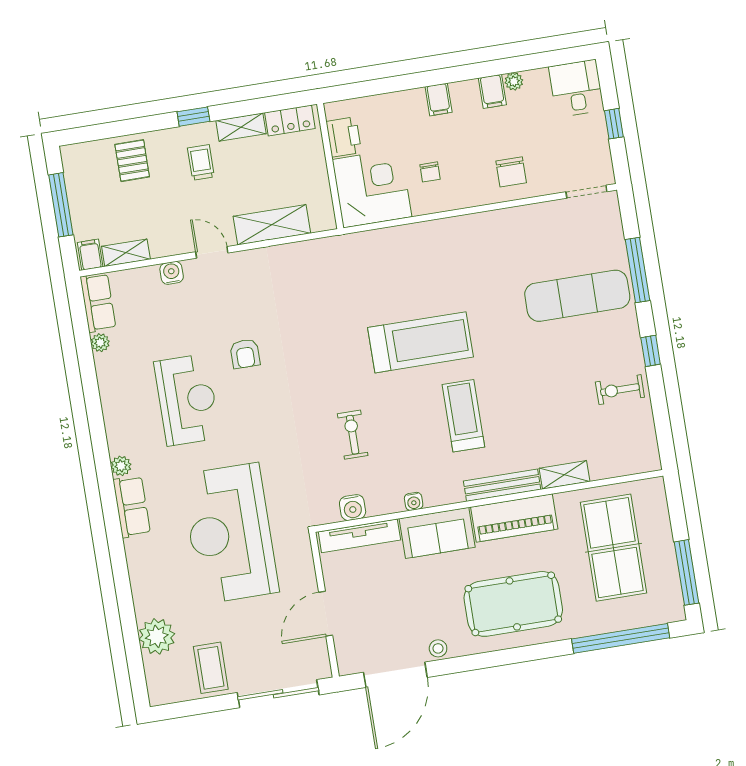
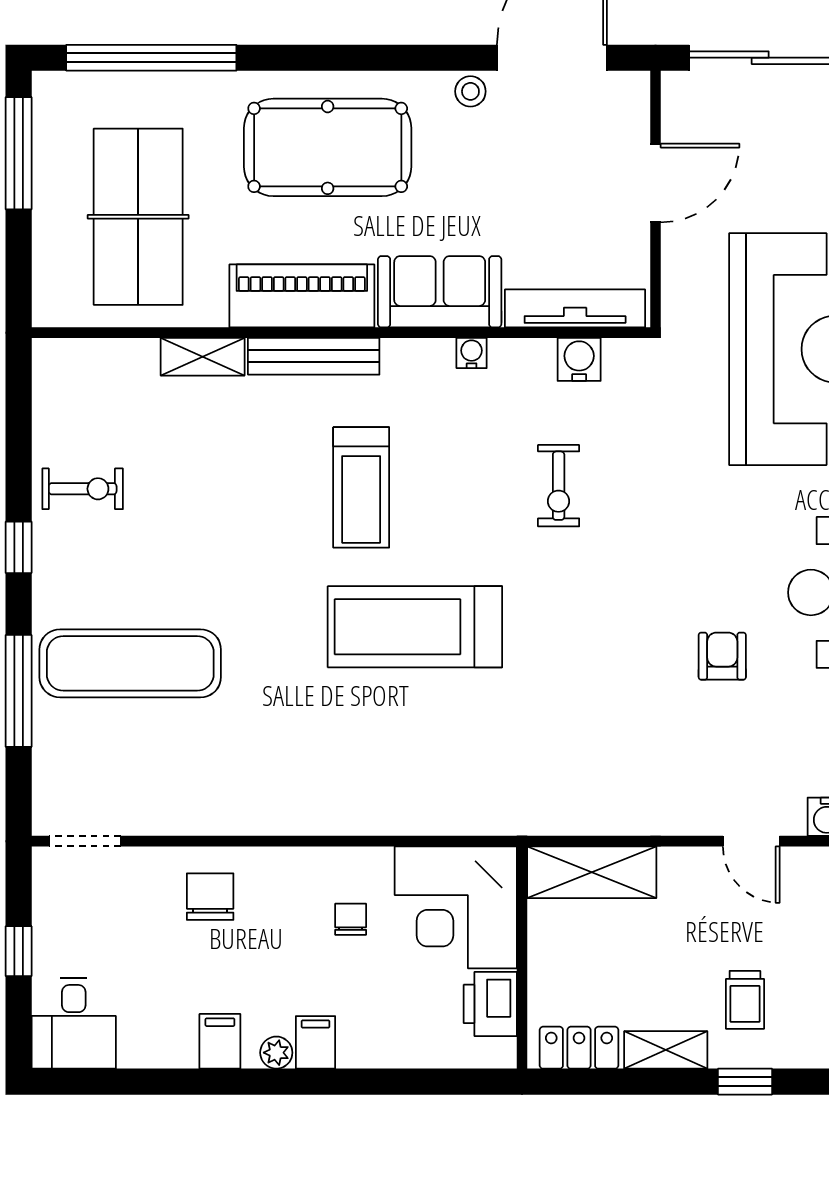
plant: (514, 81) -> (276, 1053), moved
shelving: (272, 225) -> (592, 872), moved

